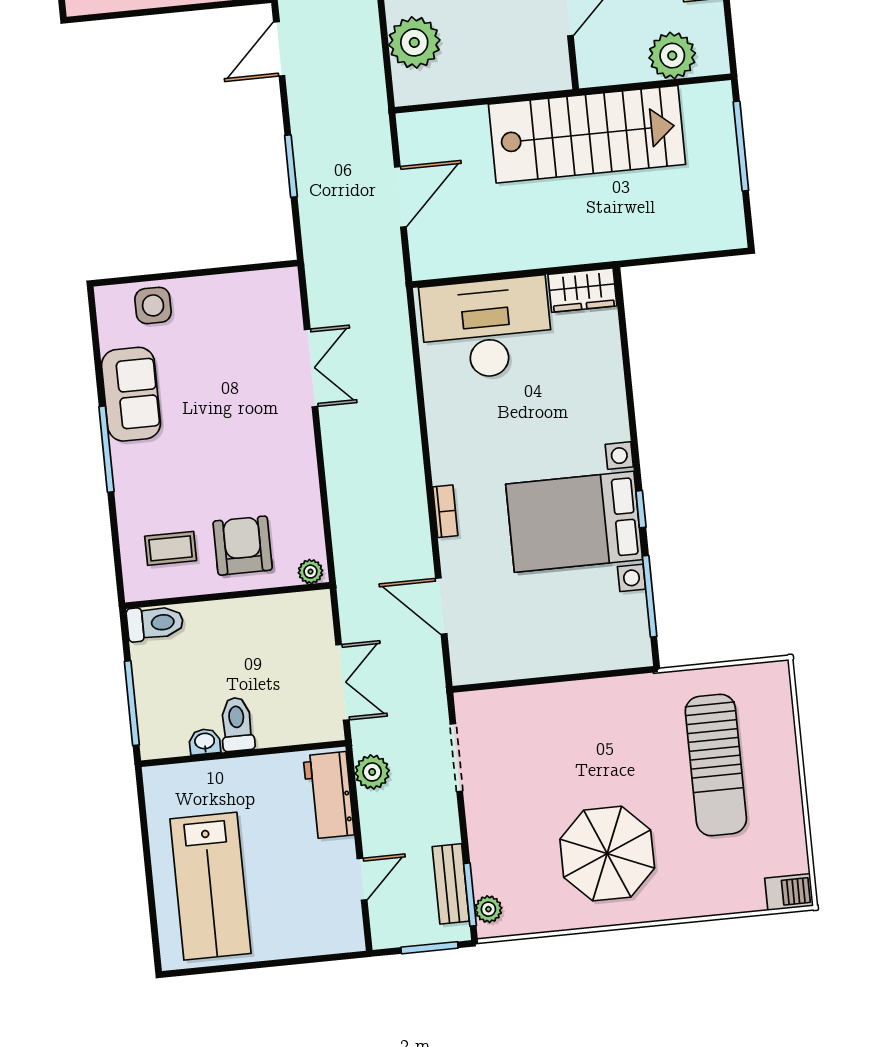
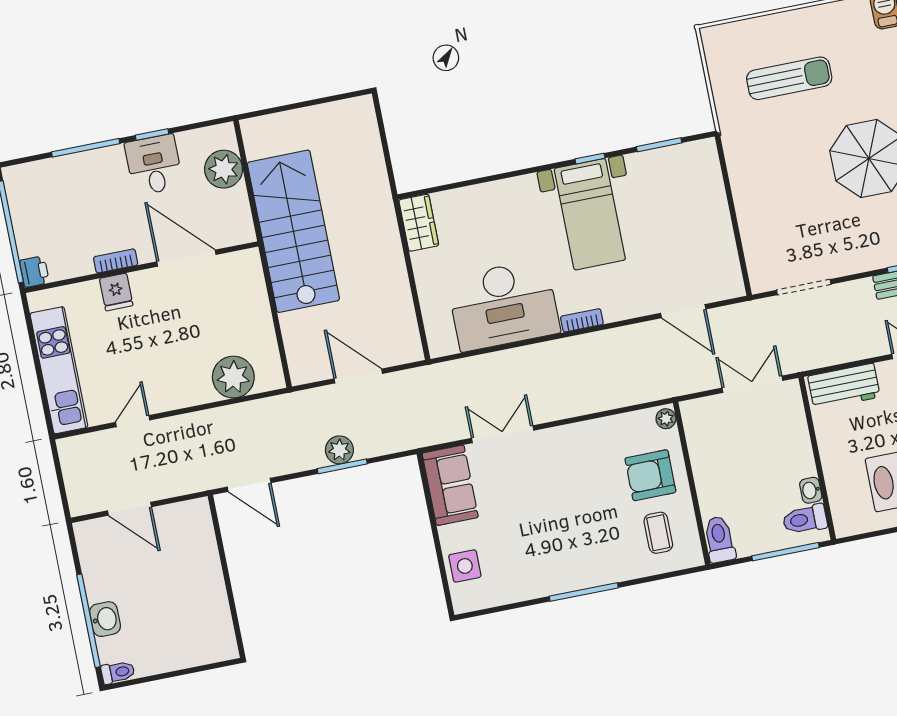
window: (741, 146) -> (291, 107), removed
desk: (487, 328) -> (503, 305), moved, turned -90
sofa: (131, 394) -> (450, 485), moved, turned 90
bookcase: (445, 511) -> (582, 320), moved
bed with nightstands: (574, 522) -> (590, 214), width x0.73
window: (650, 596) -> (659, 145), width x0.69
door: (441, 606) -> (683, 311), hinge flipped
toilet: (237, 724) -> (805, 519), moved
sun lounger: (716, 765) -> (789, 78), width x0.73, depth x0.75
plant: (372, 772) -> (339, 450), moved

